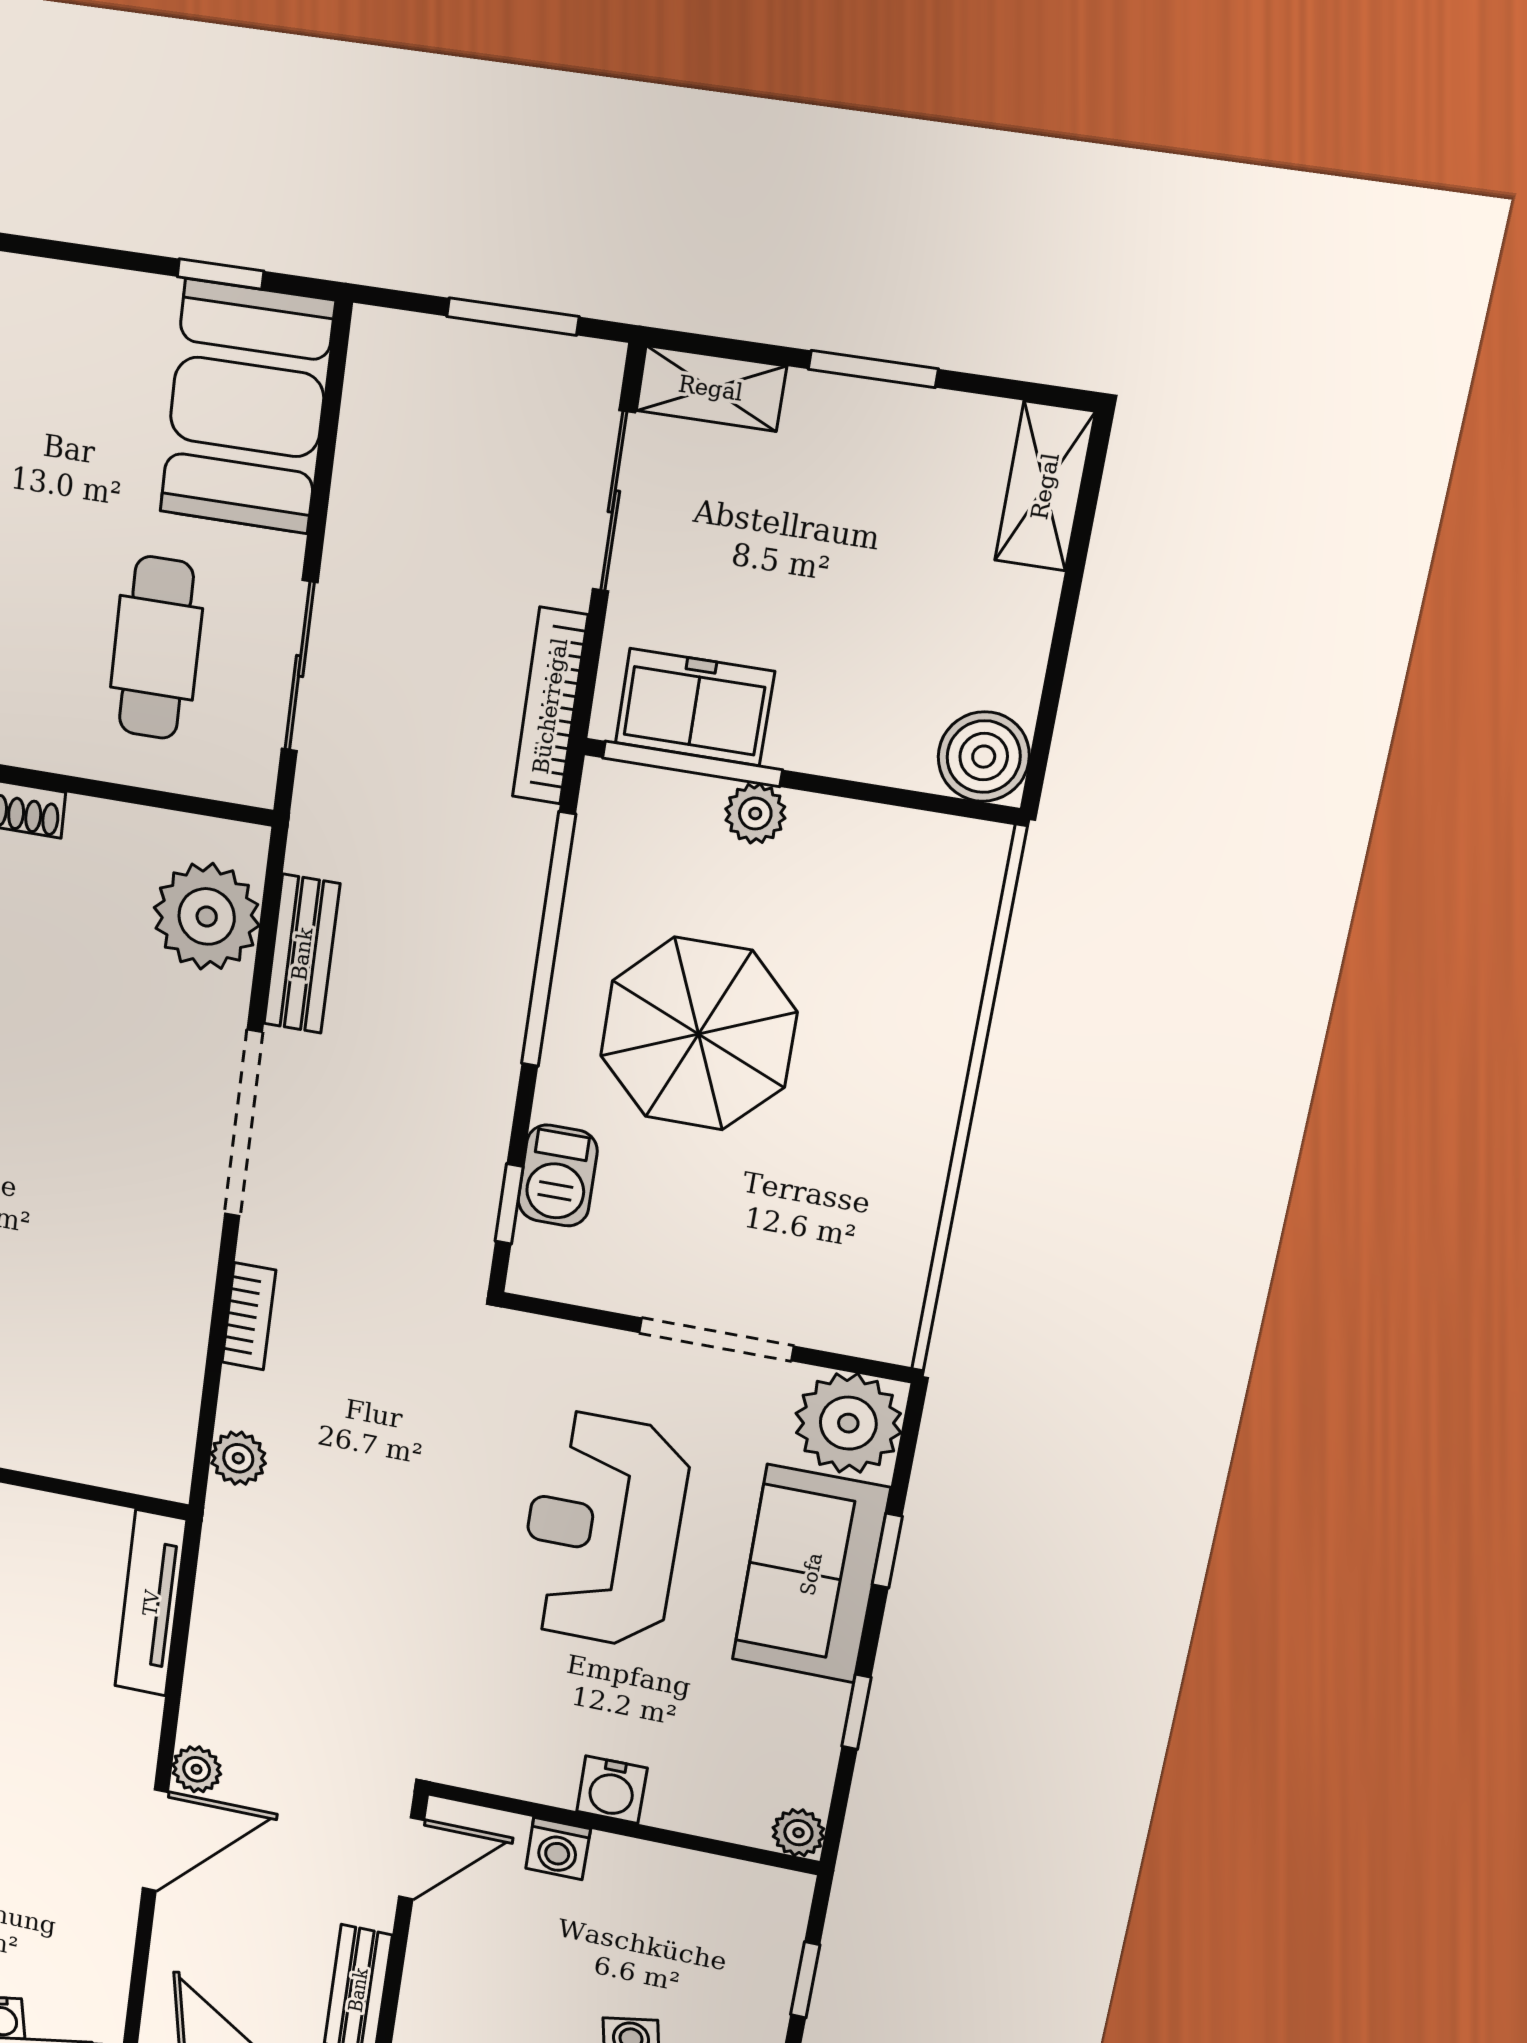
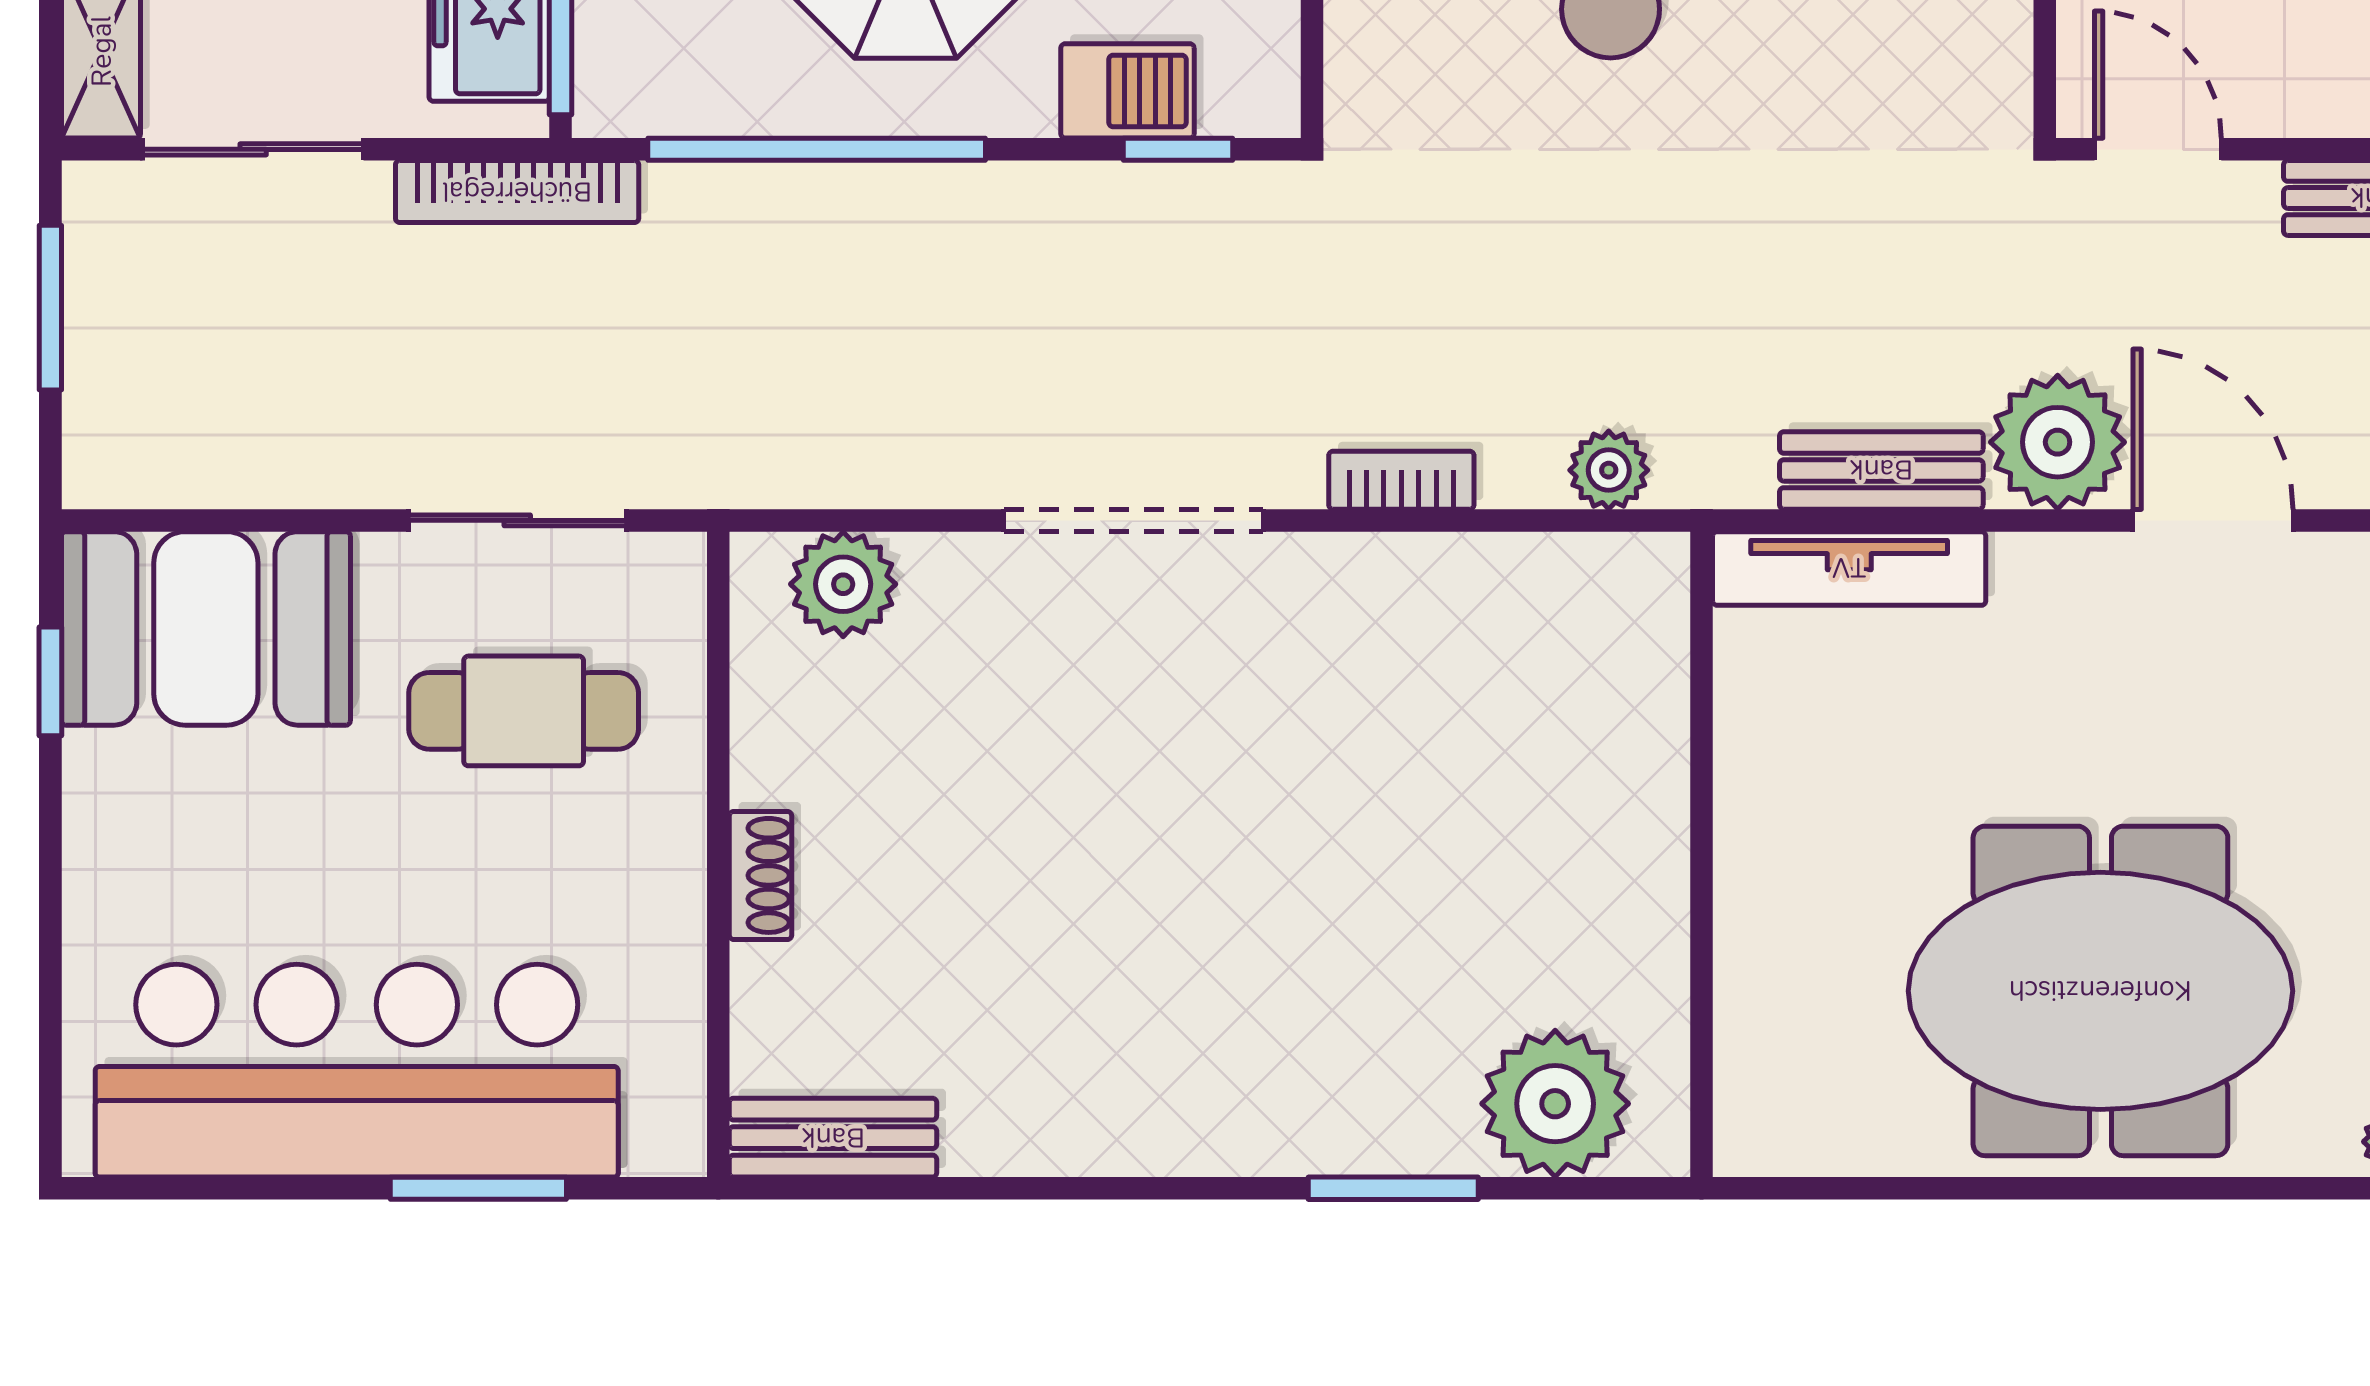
plant: (207, 916) -> (843, 584), width x0.73, depth x0.73
bench: (302, 954) -> (1881, 470), moved
plant: (197, 1769) -> (2058, 442), width x1.88, depth x1.88

